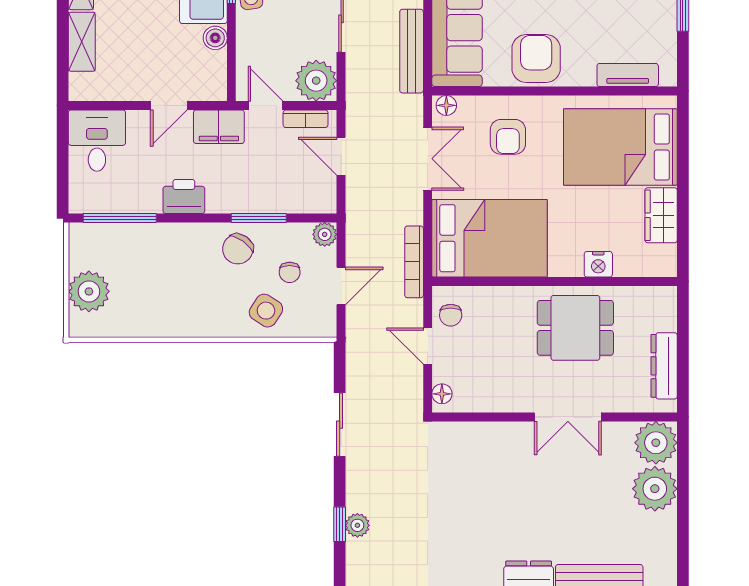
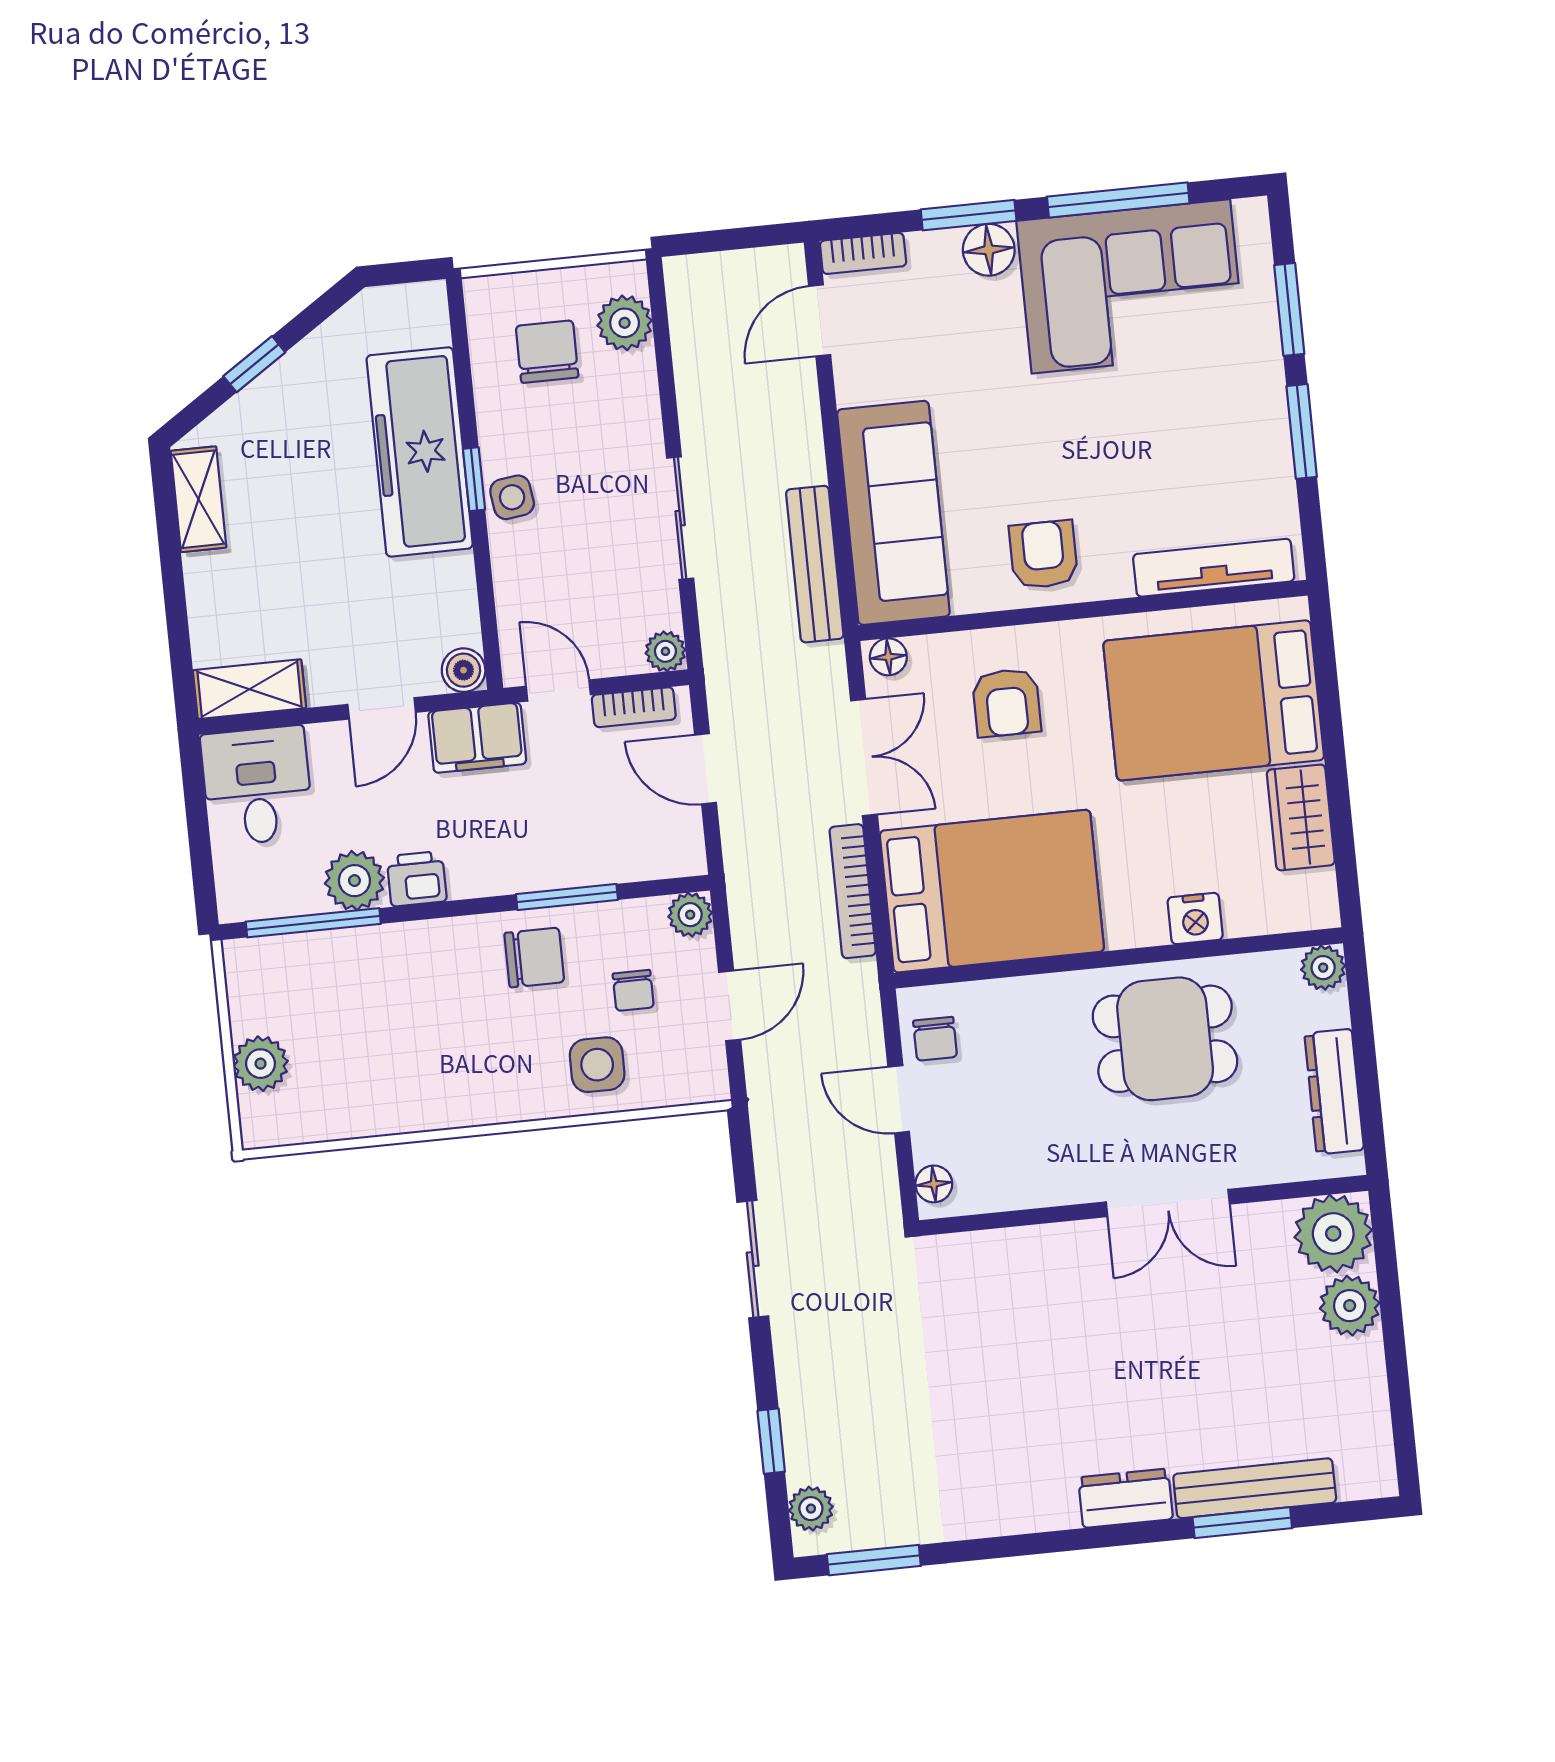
boiler: (215, 38) -> (464, 670), moved
shelving: (82, 42) -> (250, 689), moved, turned 90
armchair: (536, 59) -> (1044, 554), width x0.72, depth x0.72
tv unit: (628, 75) -> (1214, 568), width x1.41
plant: (316, 81) -> (665, 651), width x0.53, depth x0.53
printer: (184, 196) -> (417, 879), width x0.73, depth x0.81
plant: (144, 197) -> (354, 881), added
chair: (238, 249) -> (534, 957), turned -126
bookcase: (414, 262) -> (853, 891), moved
plant: (89, 291) -> (261, 1064), width x0.73, depth x0.73
plant: (665, 298) -> (1323, 968), added
side table: (266, 311) -> (597, 1065), turned -33
plant: (655, 489) -> (1350, 1306), width x0.73, depth x0.73
plant: (357, 525) -> (811, 1509), moved

